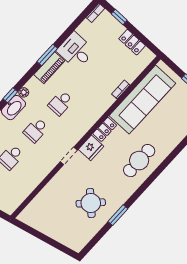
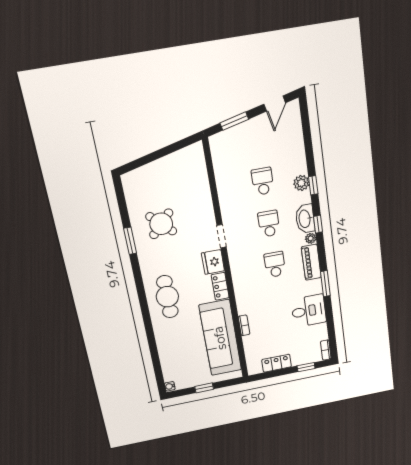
piano: (49, 68) -> (311, 262), moved

